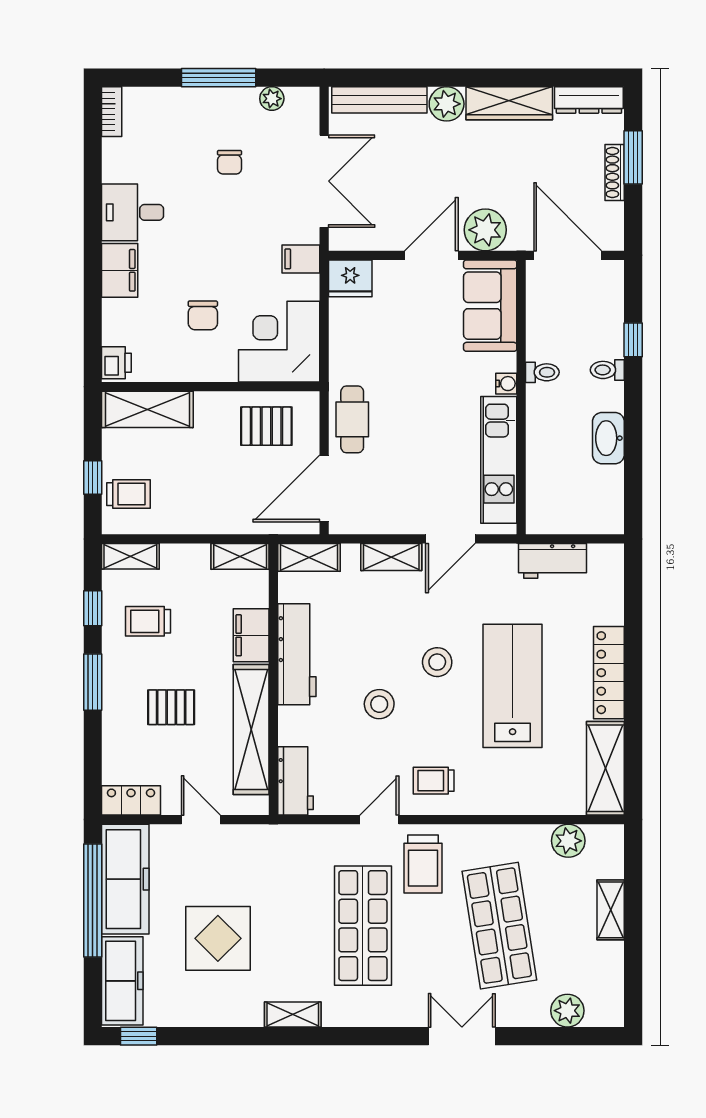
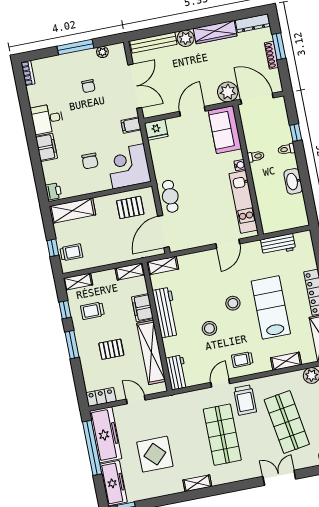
plant: (485, 230) -> (228, 92), moved
shelving: (391, 557) -> (286, 361), moved

